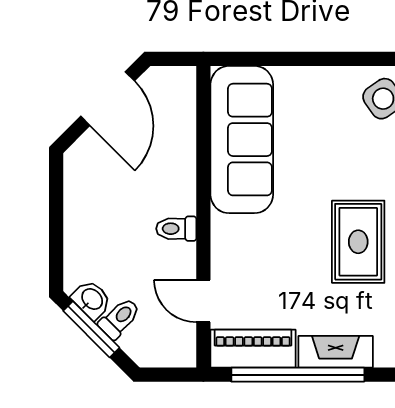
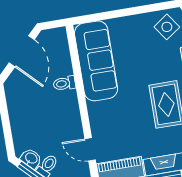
toilet: (176, 229) -> (64, 83), moved

